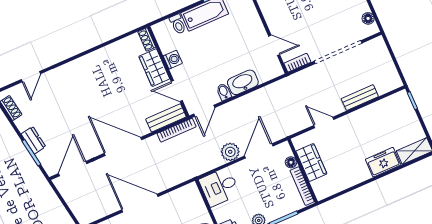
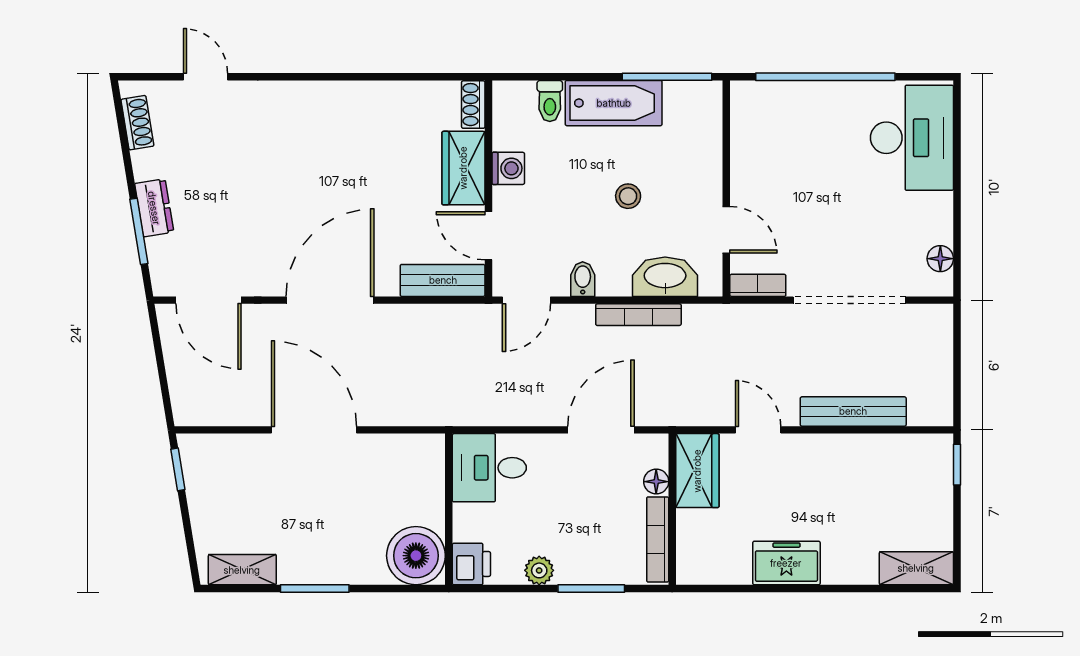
stool: (227, 49) -> (628, 196), added
door: (31, 77) -> (206, 77), swing flipped
washbasin: (243, 82) -> (665, 277), moved
bench: (360, 98) -> (853, 411), width x1.36
bookcase: (177, 130) -> (638, 315), moved
door: (123, 147) -> (330, 300), hinge flipped
plant: (230, 152) -> (543, 406), removed
wardrobe: (311, 162) -> (697, 471), moved
freezer: (383, 162) -> (786, 563), moved
door: (73, 169) -> (209, 300), swing flipped

